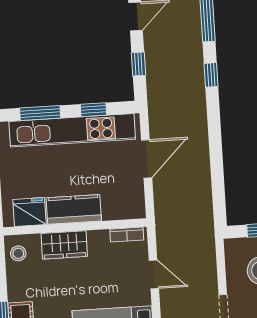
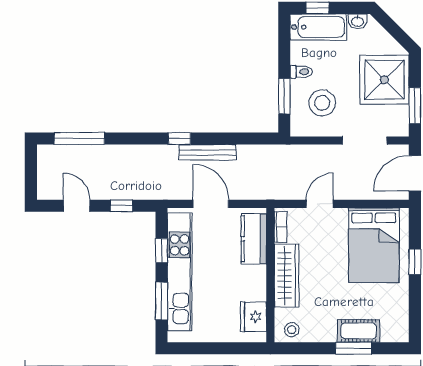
window: (211, 75) -> (179, 139), moved
bench: (201, 152) -> (208, 152), added
kitchen counter: (74, 209) -> (254, 239), moved
wardrobe: (64, 245) -> (287, 276), width x1.50

